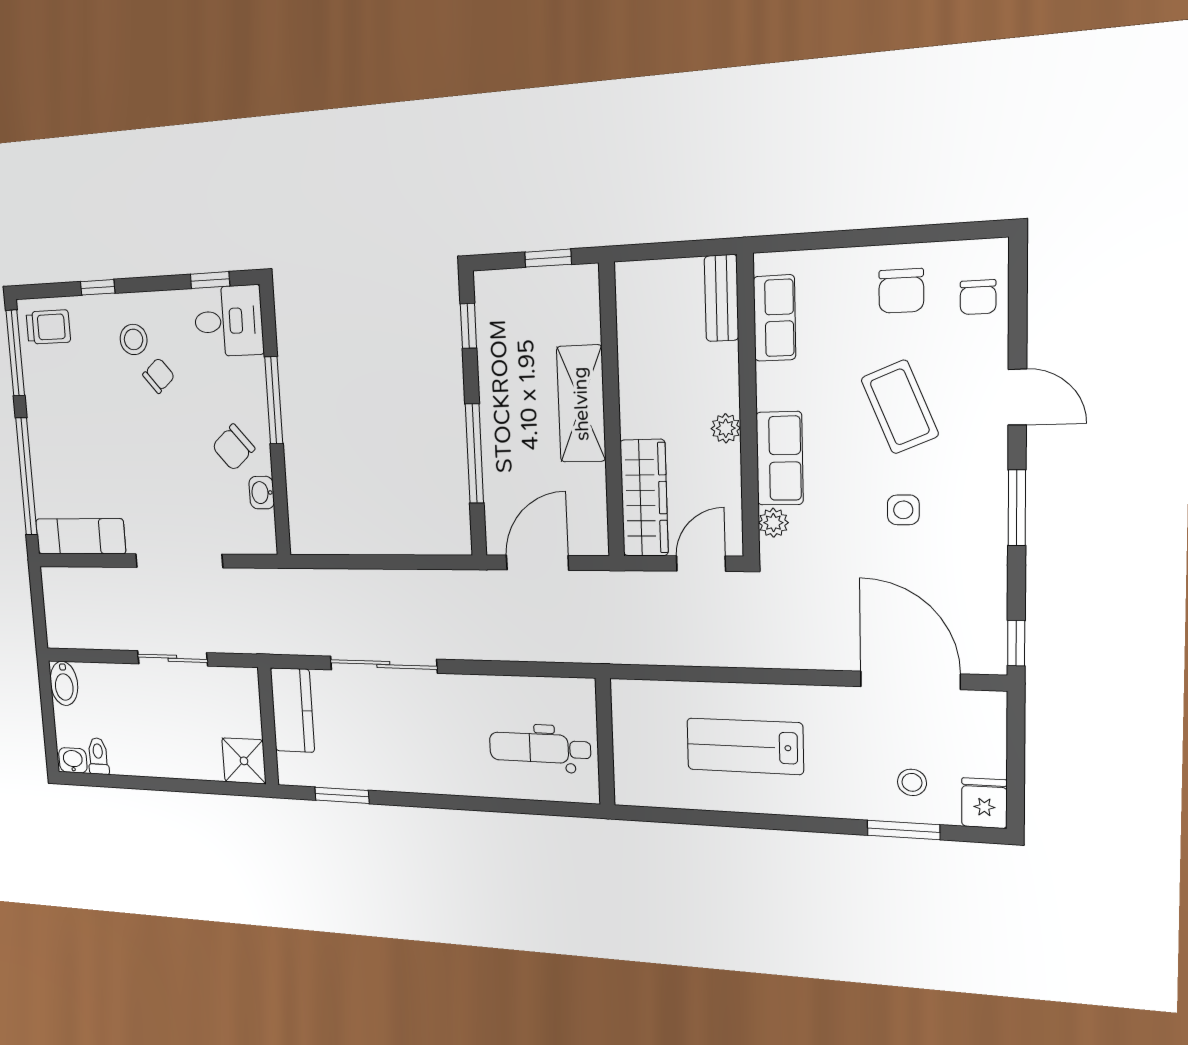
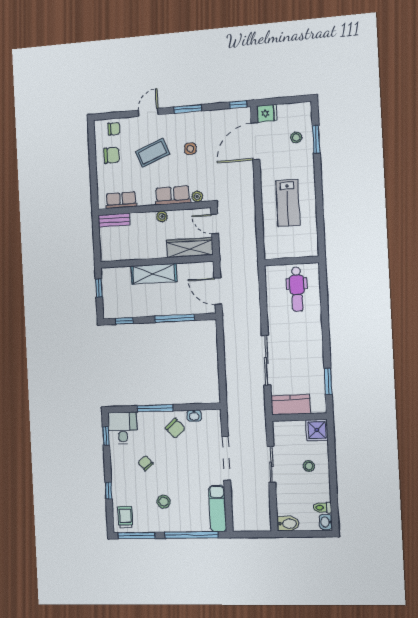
stool: (134, 339) -> (164, 502), moved
stool: (174, 737) -> (309, 466), added
fridge: (984, 803) -> (267, 113), moved, turned 180

